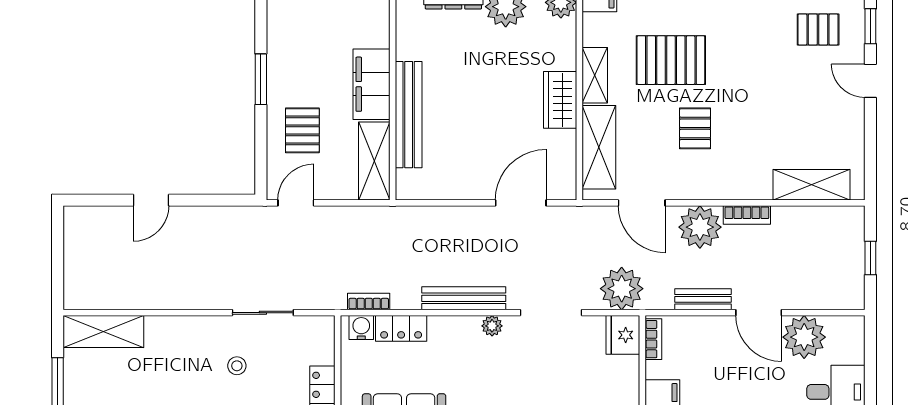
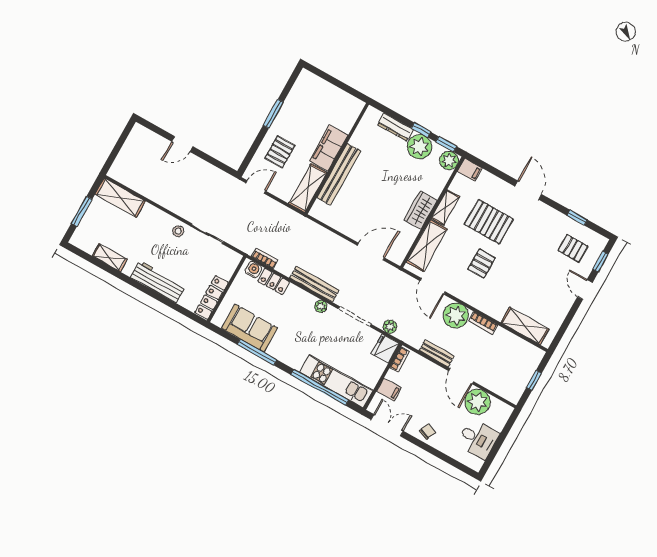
plant: (622, 289) -> (390, 327), width x0.53, depth x0.53
stool: (237, 366) -> (178, 231), moved

